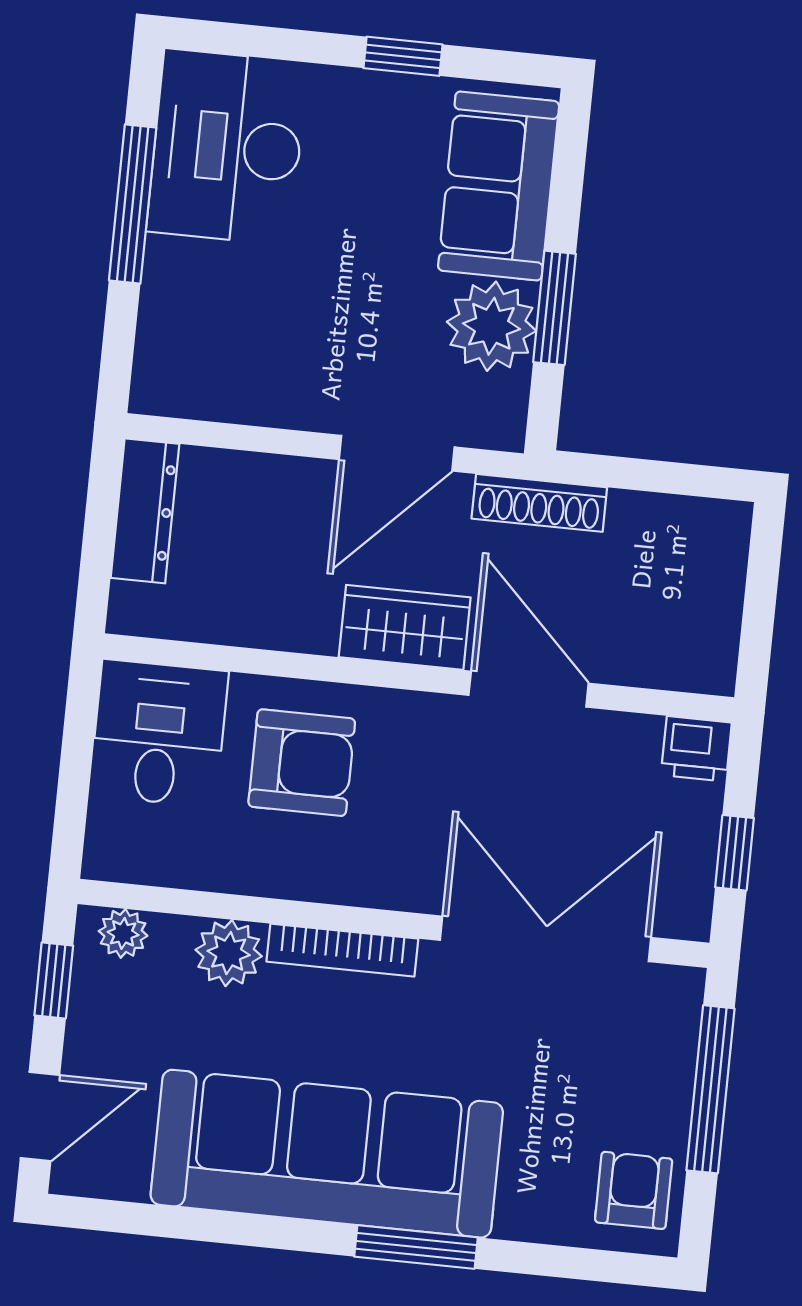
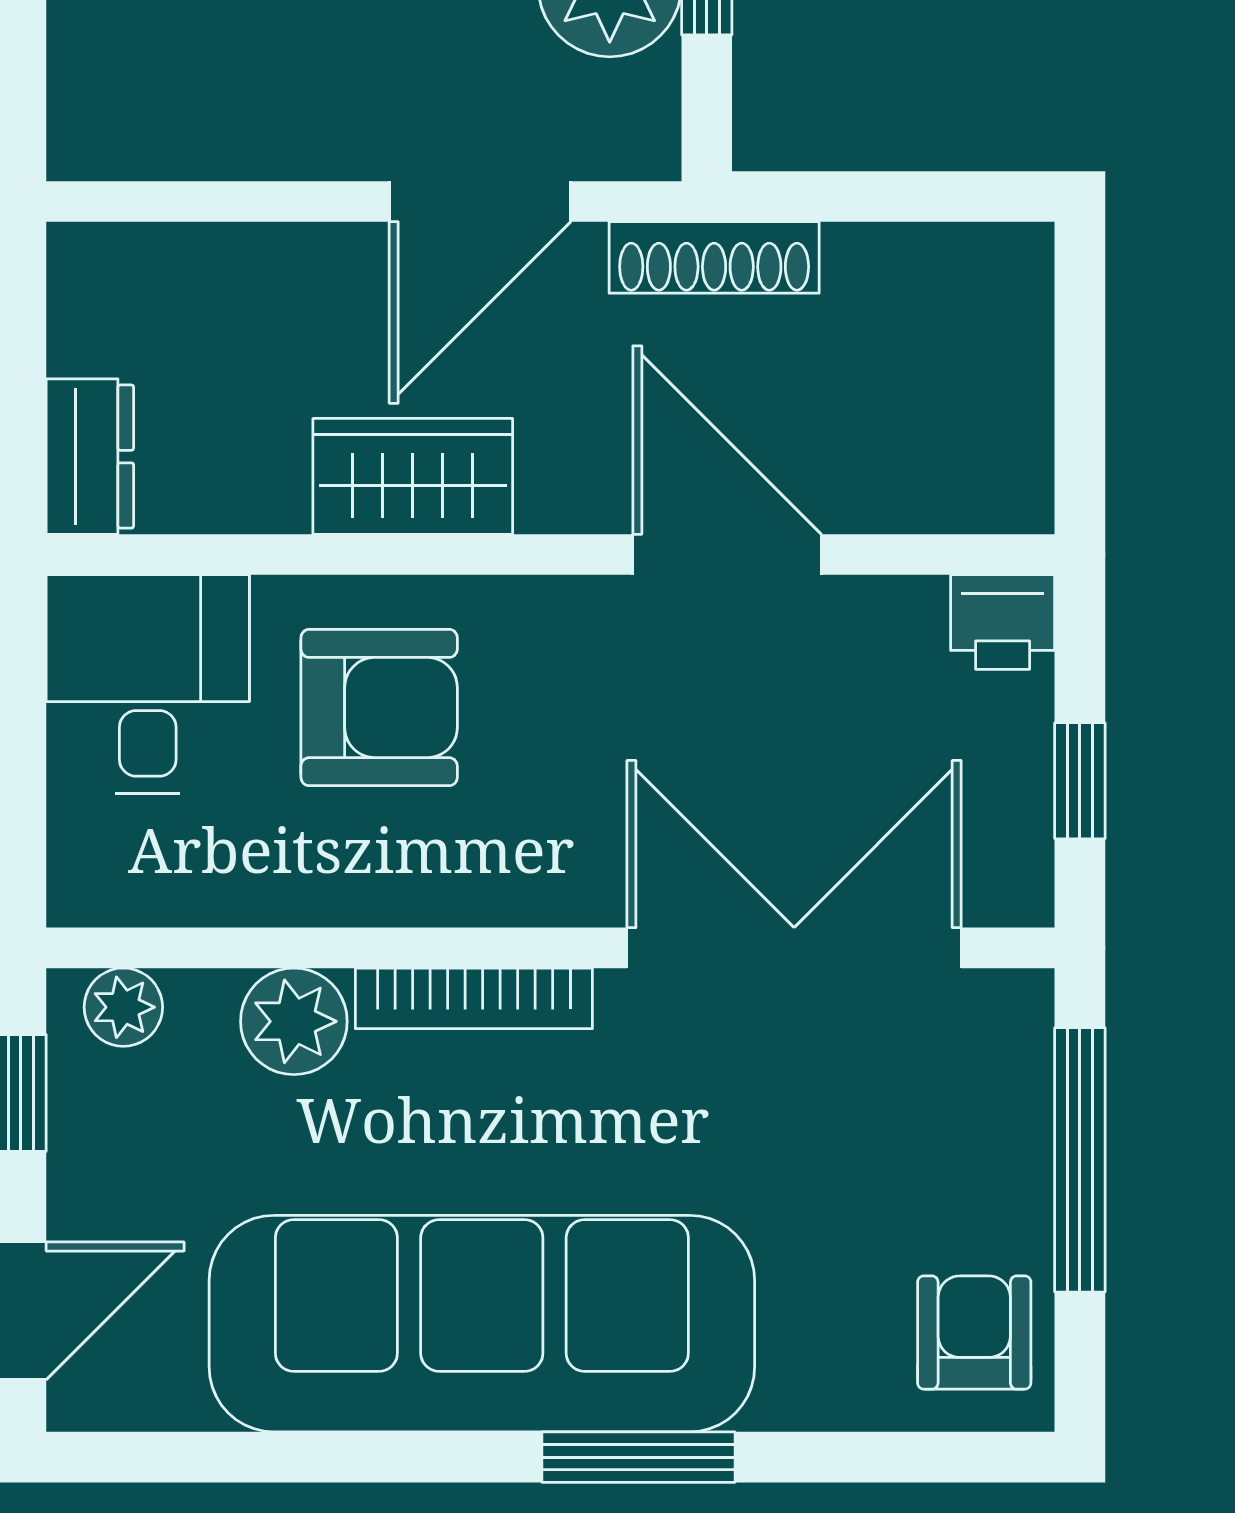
dresser: (145, 511) -> (90, 457), moved, width x0.70
wardrobe: (405, 627) -> (413, 476), moved

